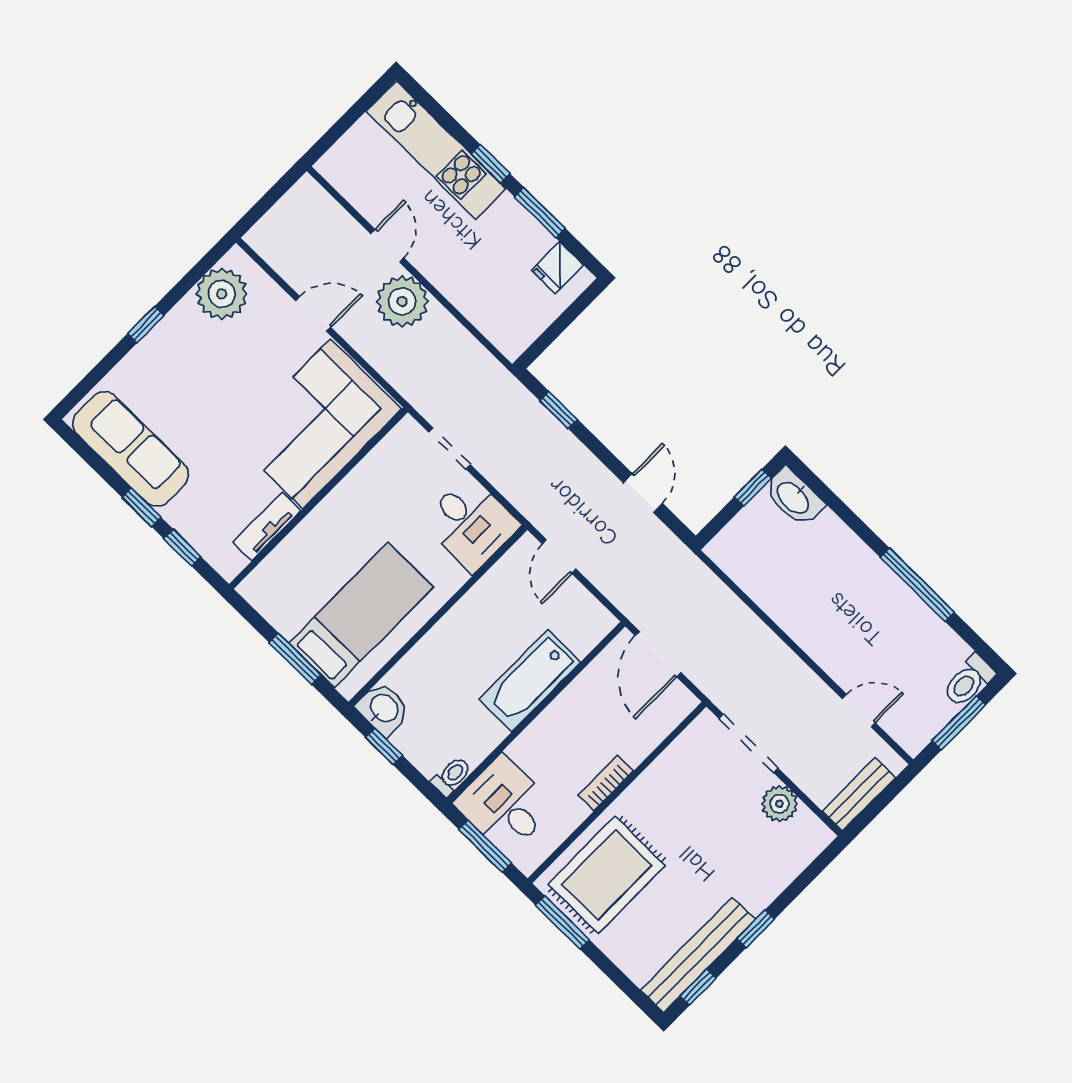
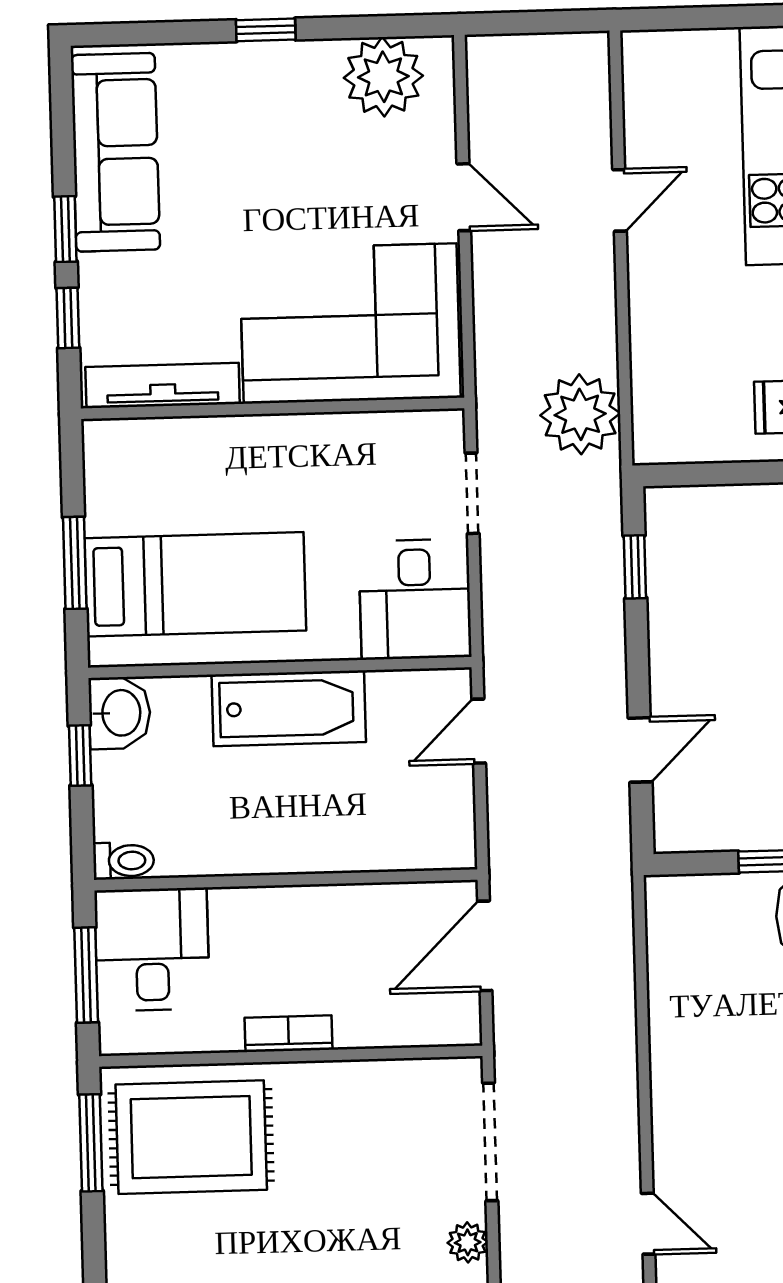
plant: (402, 301) -> (580, 414), moved
tv unit: (267, 527) -> (163, 385), width x1.41
bathtub: (530, 681) -> (289, 708), moved, turned 180
plant: (780, 804) -> (468, 1242), width x0.73, depth x0.73

